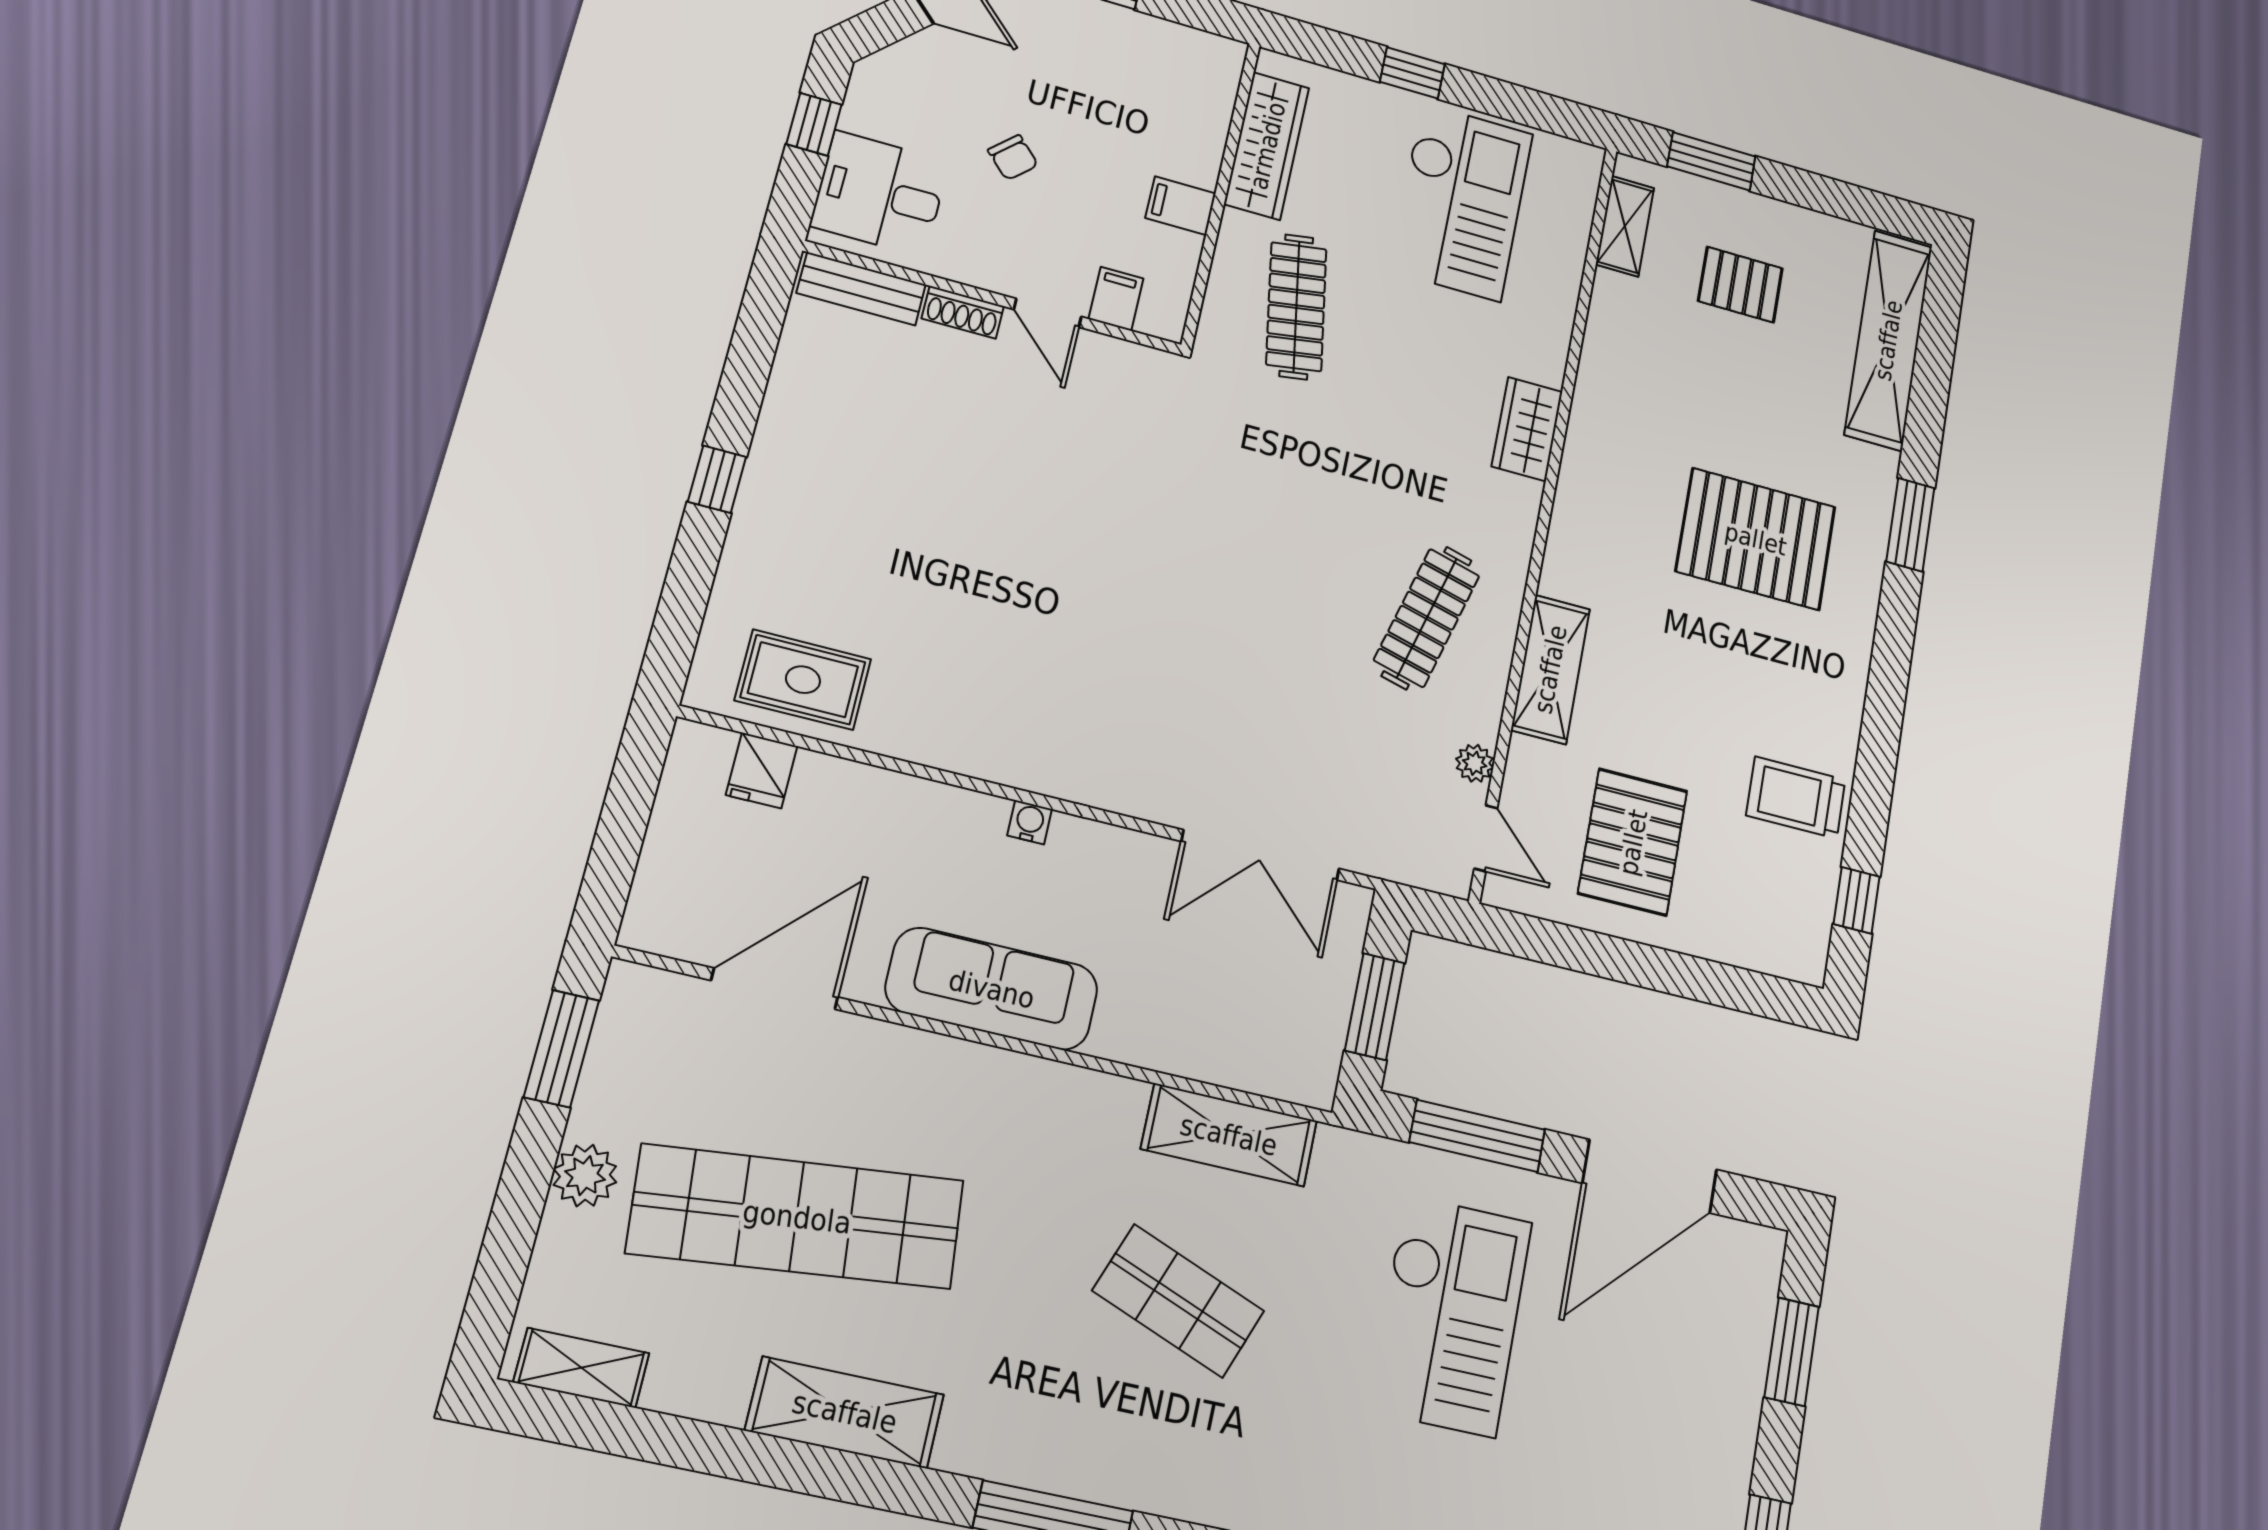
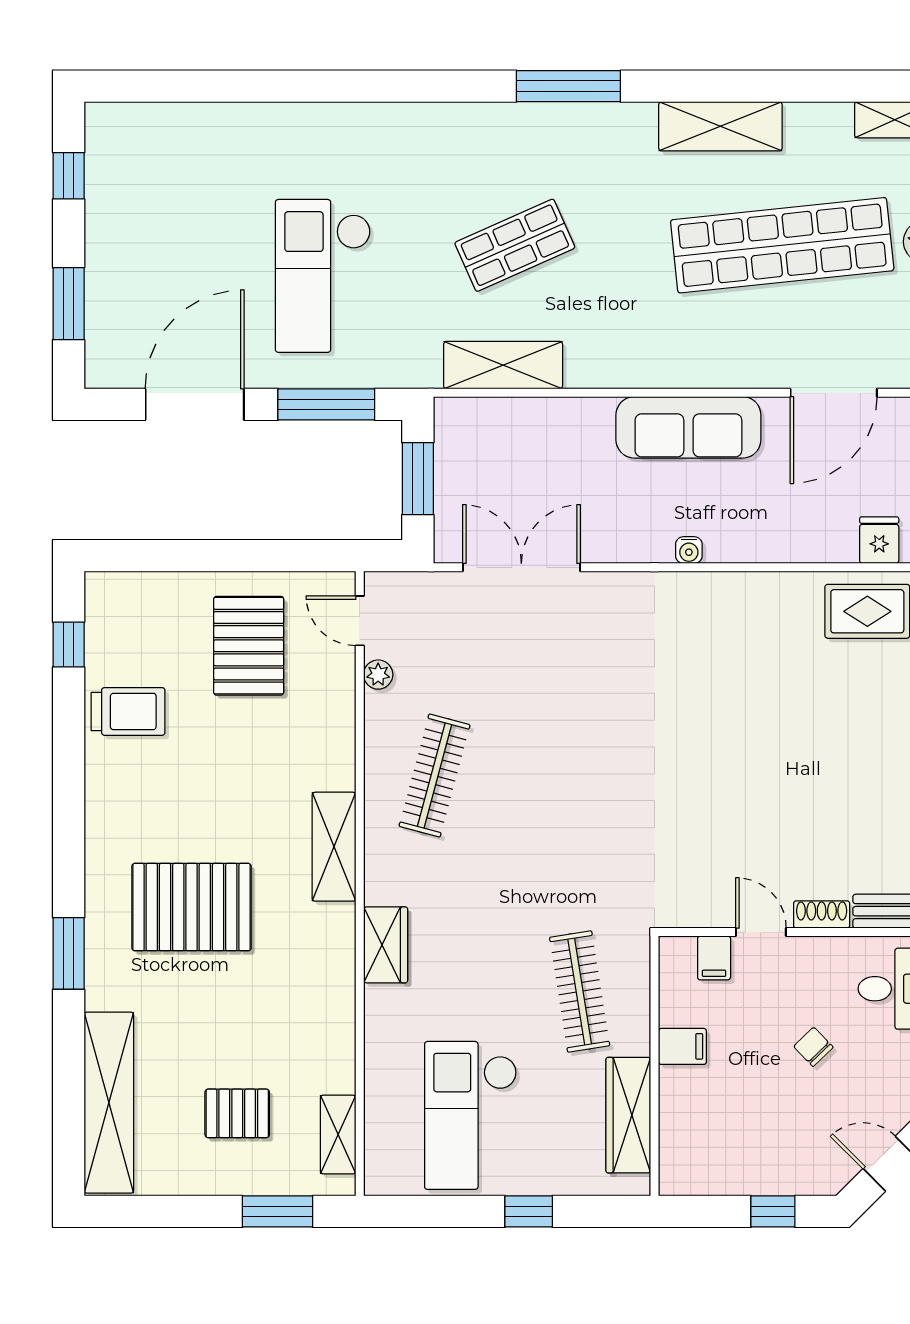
shelving: (1550, 669) -> (334, 847), moved
shop shelf: (1178, 1301) -> (515, 245), turned -45

